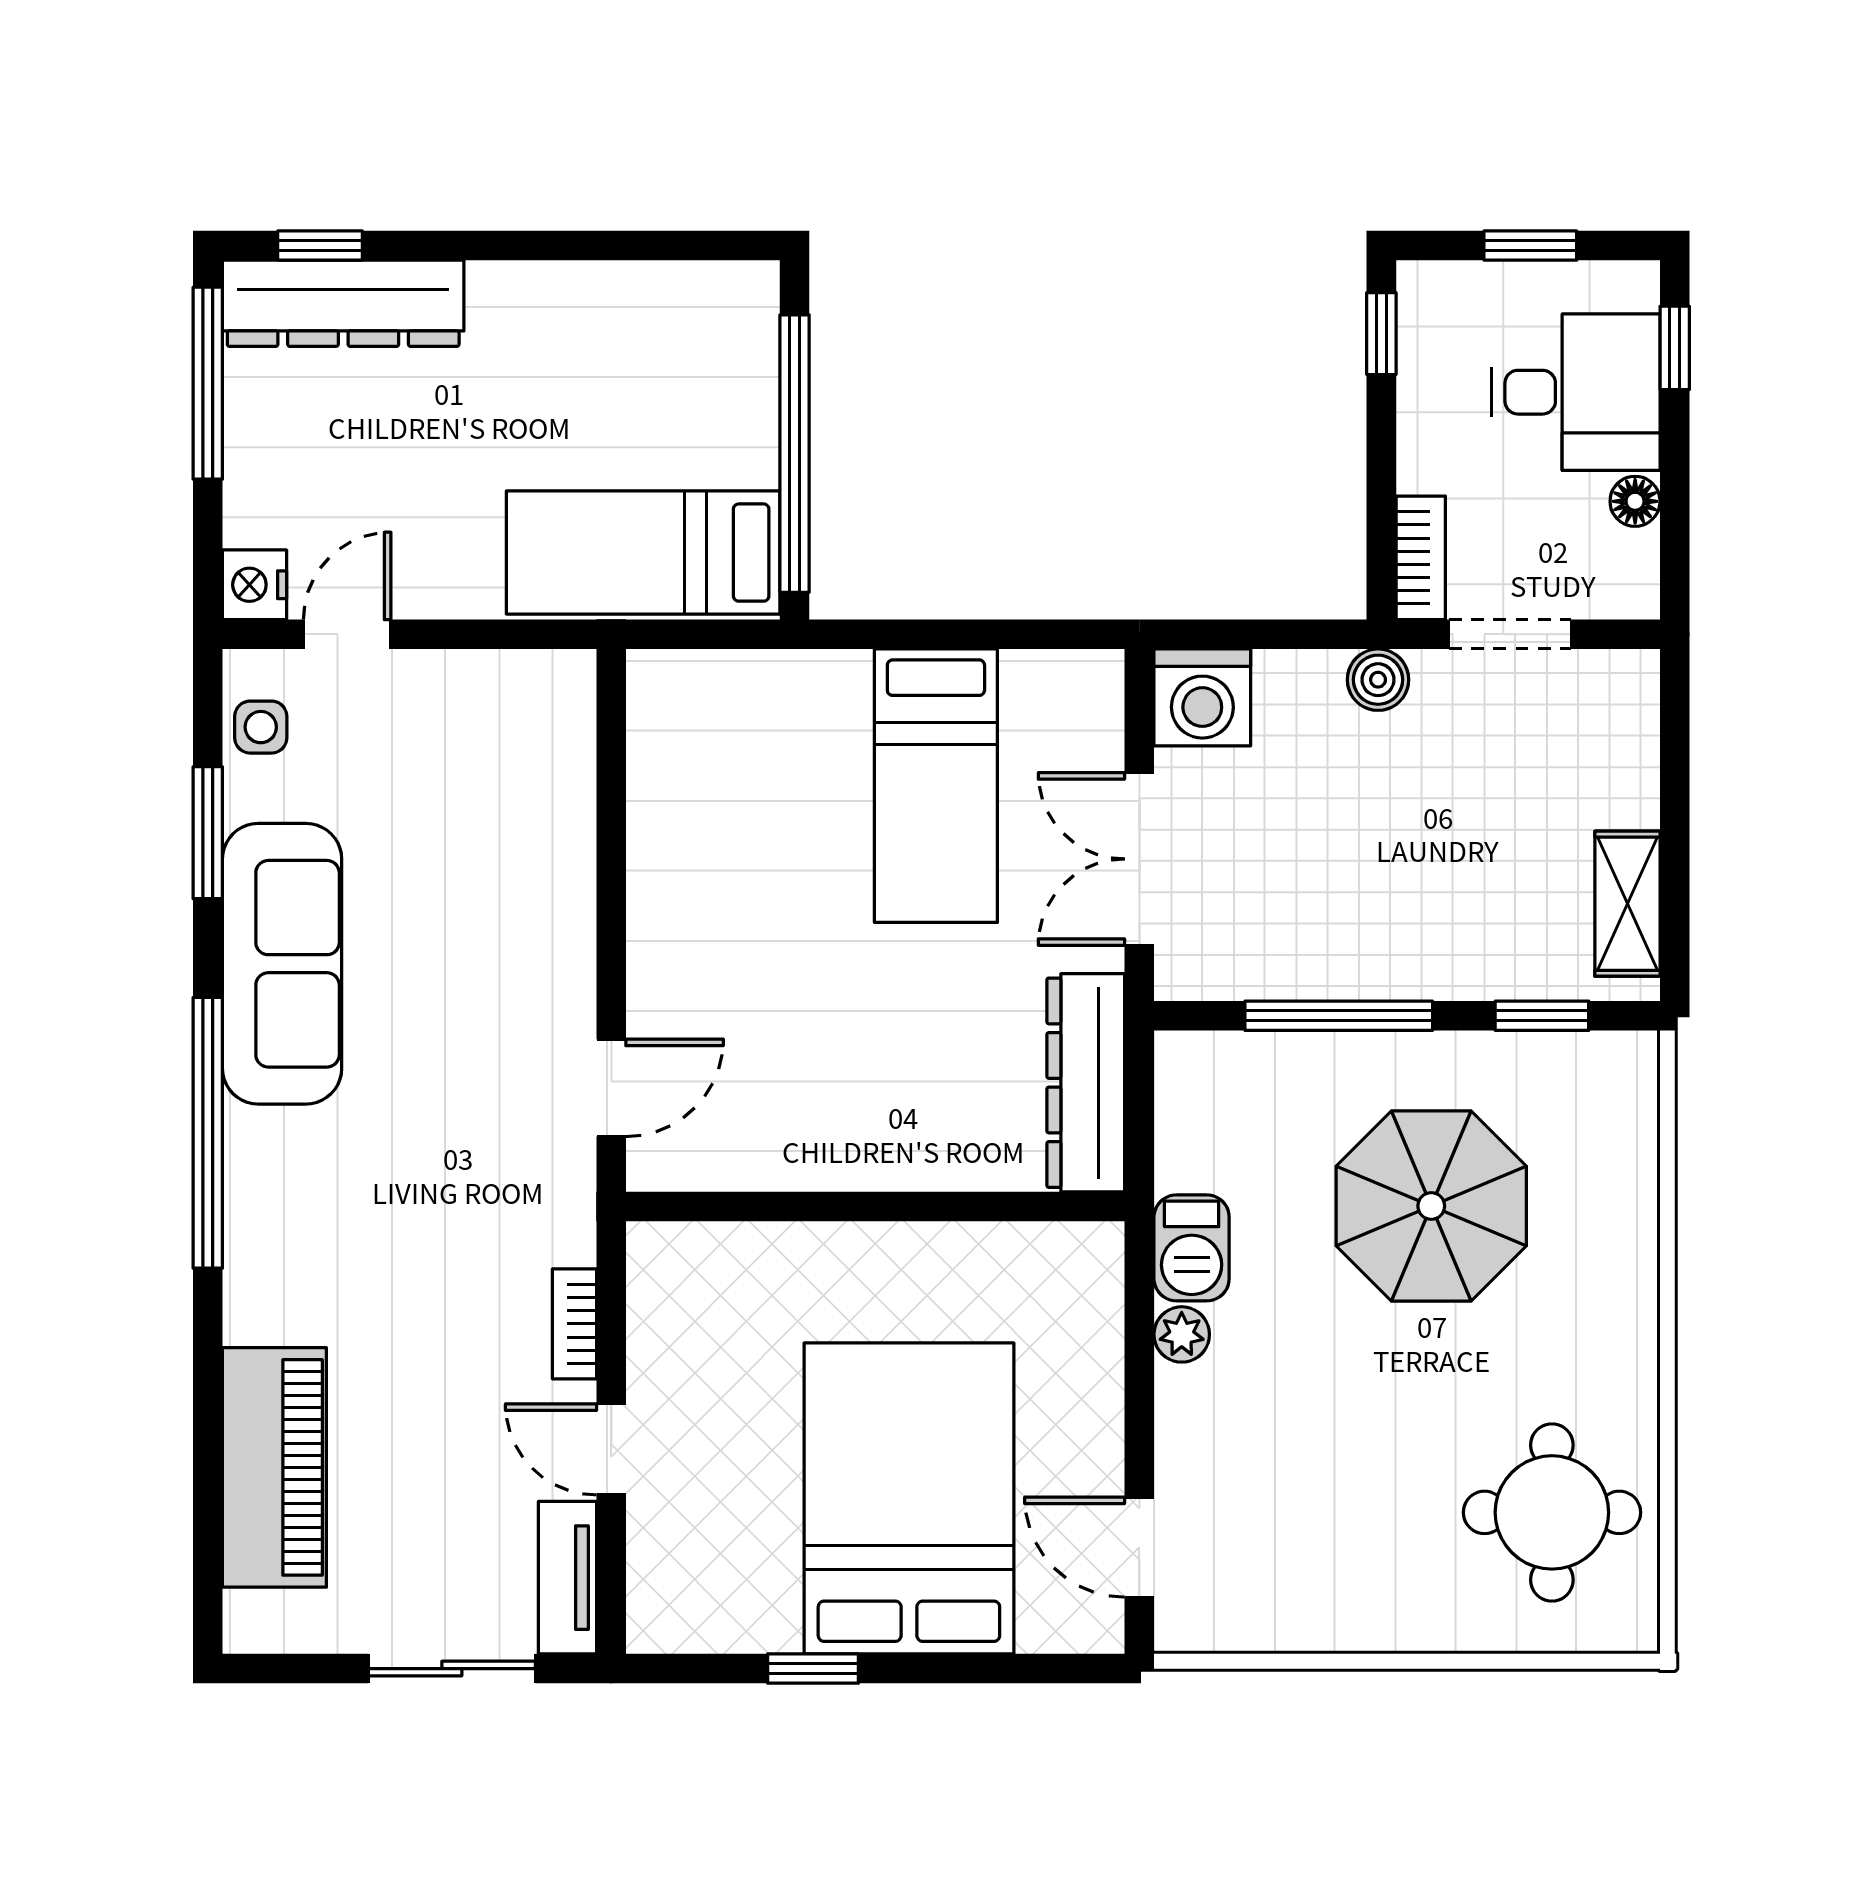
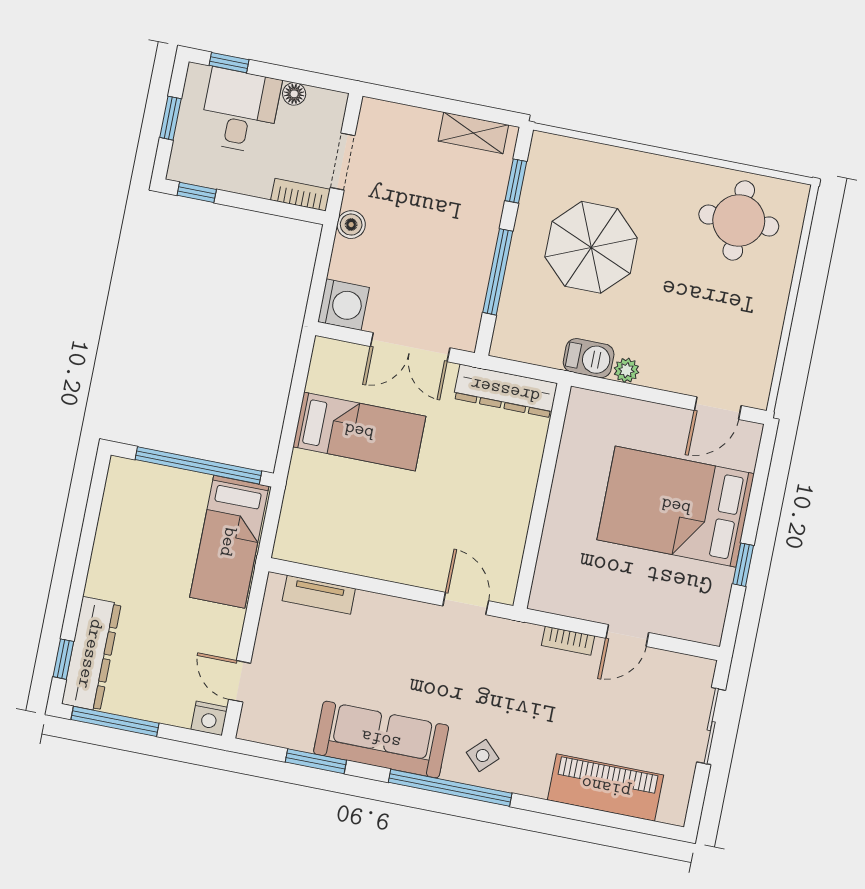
side table: (261, 727) -> (483, 755), moved, turned 45
tv unit: (567, 1578) -> (319, 595), moved

